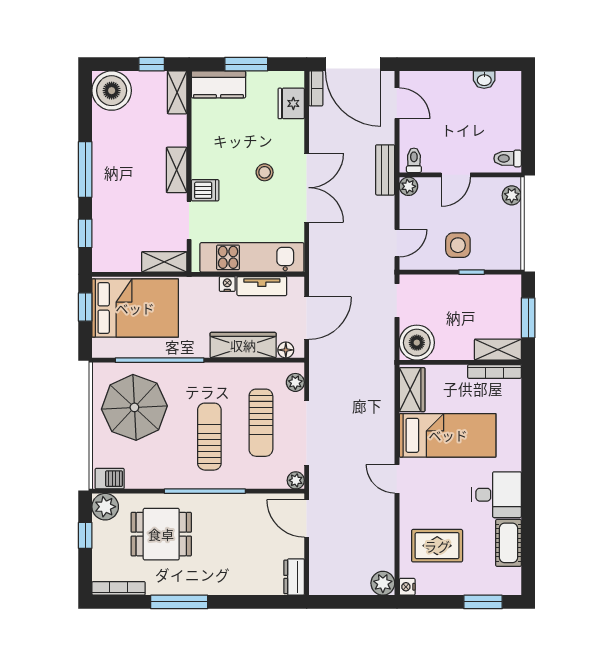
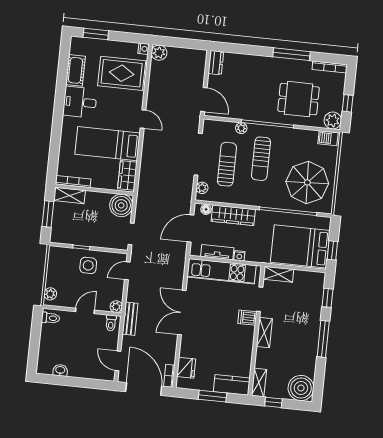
stool: (265, 172) -> (208, 325), removed
plant: (296, 480) -> (241, 128), moved
rug: (437, 546) -> (122, 73), width x1.36, depth x1.43

